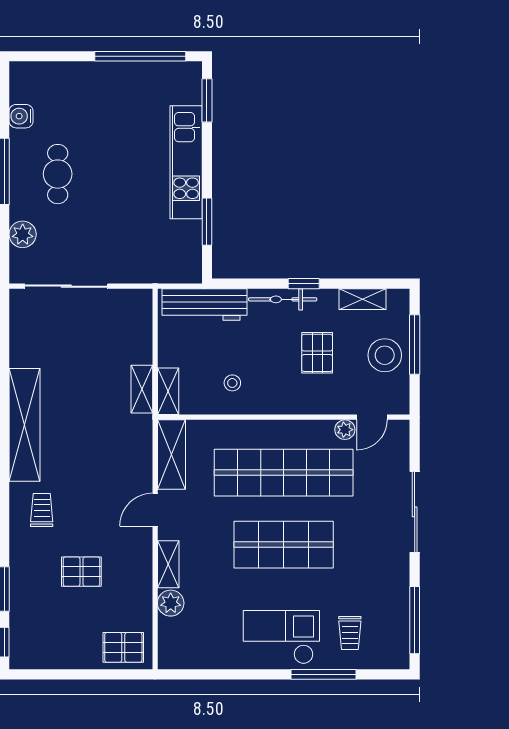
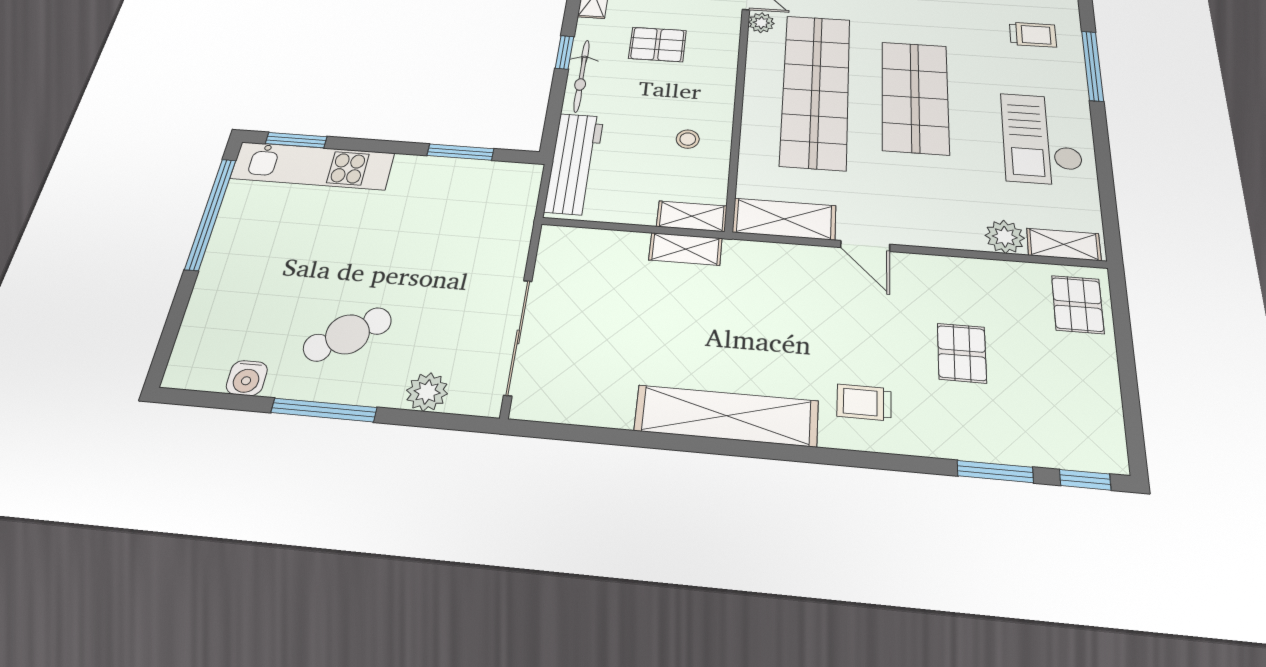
kitchen unit: (186, 162) -> (312, 166), moved
cafe table: (58, 174) -> (347, 334), turned -33
shelving: (168, 564) -> (1064, 244), moved
checkout: (281, 637) -> (1042, 139), moved

